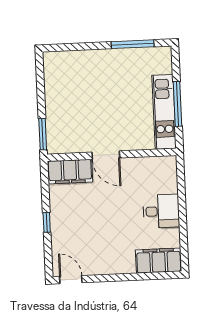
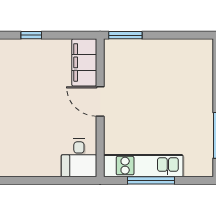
door: (106, 155) -> (100, 101), hinge flipped
desk: (161, 211) -> (79, 158), moved

